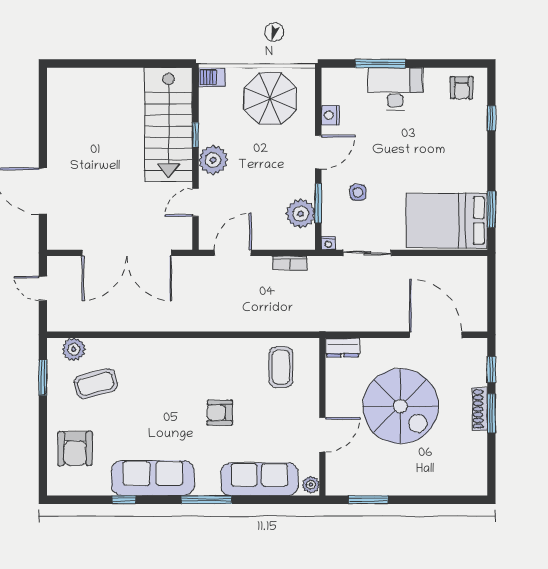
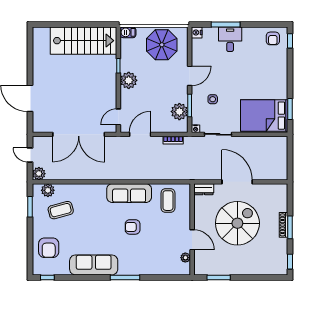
desk: (395, 89) -> (230, 39), width x0.73
nightstand: (330, 115) -> (197, 32), moved
window: (491, 118) -> (290, 41), moved
stairs: (169, 125) -> (83, 41), moved, turned -90
door: (195, 203) -> (118, 117), moved
plant: (58, 321) -> (39, 174), added
door: (436, 335) -> (237, 182), moved
window: (491, 370) -> (290, 262), moved
spiral stairs: (401, 406) -> (237, 223), turned -90
door: (322, 435) -> (192, 240), hinge flipped
sofa: (259, 479) -> (129, 193), moved, turned 180
plant: (311, 485) -> (185, 258), moved
window: (124, 500) -> (47, 277), moved

